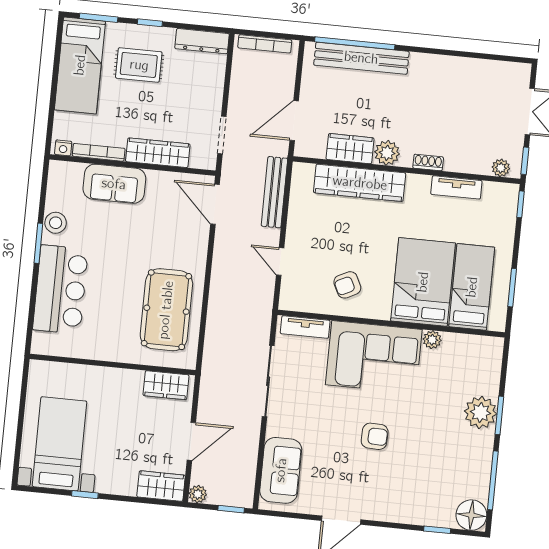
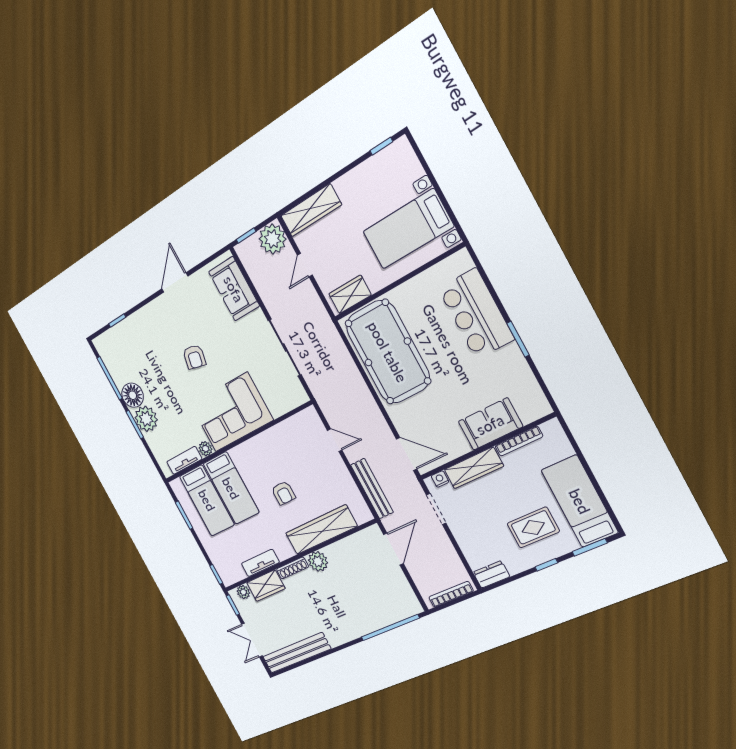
dresser: (202, 41) -> (491, 574), width x0.70
bench: (361, 58) -> (297, 653), moved
nightstand: (63, 148) -> (440, 479), moved
wardrobe: (350, 149) -> (266, 586), moved
shoe rack: (428, 163) -> (292, 568), width x1.43
stool: (56, 223) -> (515, 364), removed
bed: (423, 282) -> (231, 488), width x0.67
armchair: (347, 285) -> (283, 493), moved, turned 116
pool table: (166, 310) -> (388, 352), width x1.36, depth x1.32
tv unit: (305, 327) -> (184, 460), moved
armchair: (375, 436) -> (194, 357), turned -79
door: (191, 441) -> (305, 265), width x0.73
bed with nightstands: (60, 444) -> (408, 229), moved, turned 90
wardrobe: (161, 486) -> (311, 210), width x1.50
plant: (198, 494) -> (273, 239), width x1.88, depth x1.88
window: (85, 495) -> (381, 146), moved
floor lamp: (471, 515) -> (133, 395), moved

